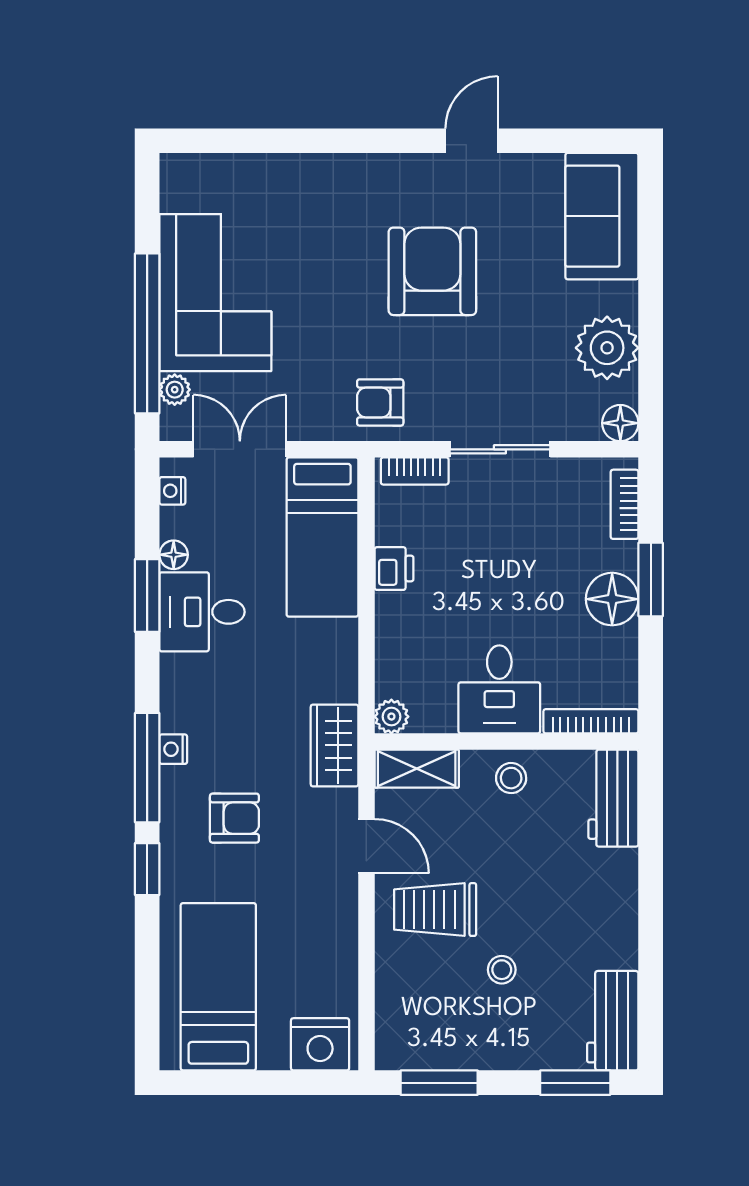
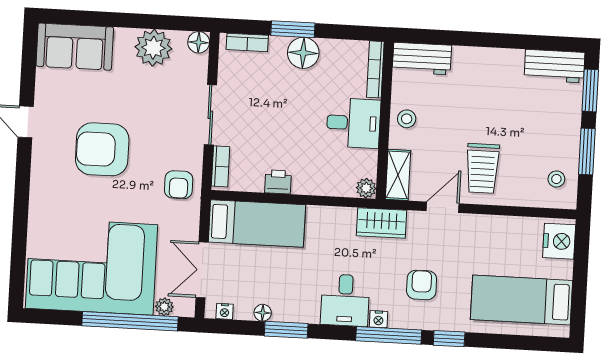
corner sofa: (215, 293) -> (92, 266), width x1.36, depth x1.36
desk: (202, 612) -> (345, 300), moved
stool: (502, 970) -> (556, 179), moved
window: (439, 1083) -> (587, 152), moved

